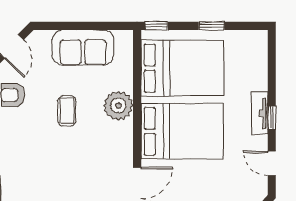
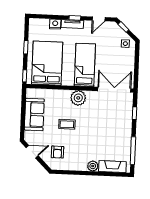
nightstand: (258, 80) -> (55, 24), added
plant: (118, 106) -> (78, 98), moved
bed: (182, 131) -> (85, 65), width x0.67

